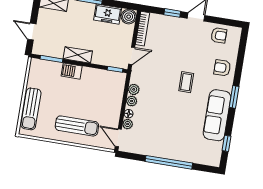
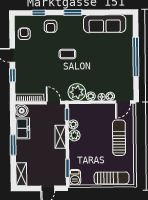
shelving: (78, 55) -> (60, 137), moved
barbecue: (72, 71) -> (75, 177), moved
plant: (89, 74) -> (74, 135), added
plant: (102, 75) -> (73, 124), added
plant: (134, 89) -> (77, 92), width x1.87, depth x1.87
sofa: (217, 115) -> (105, 24), moved
window: (226, 143) -> (39, 13), moved

